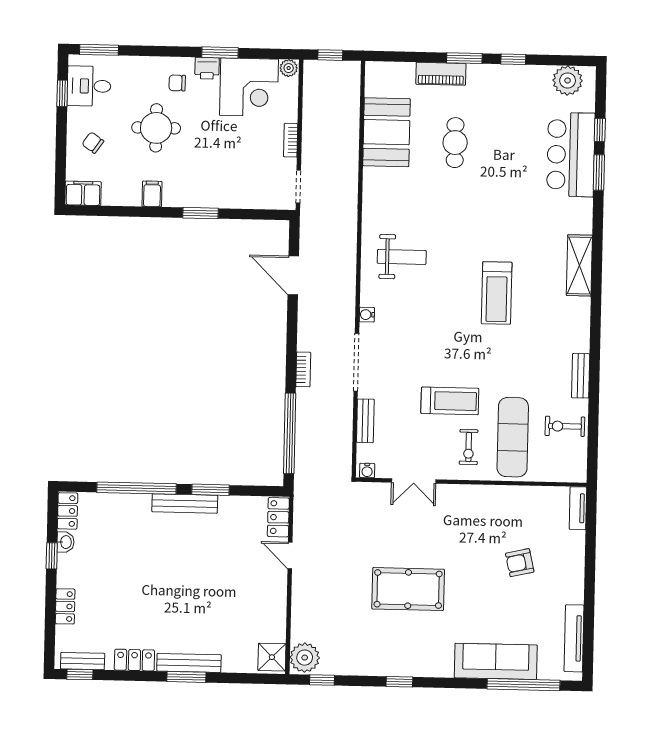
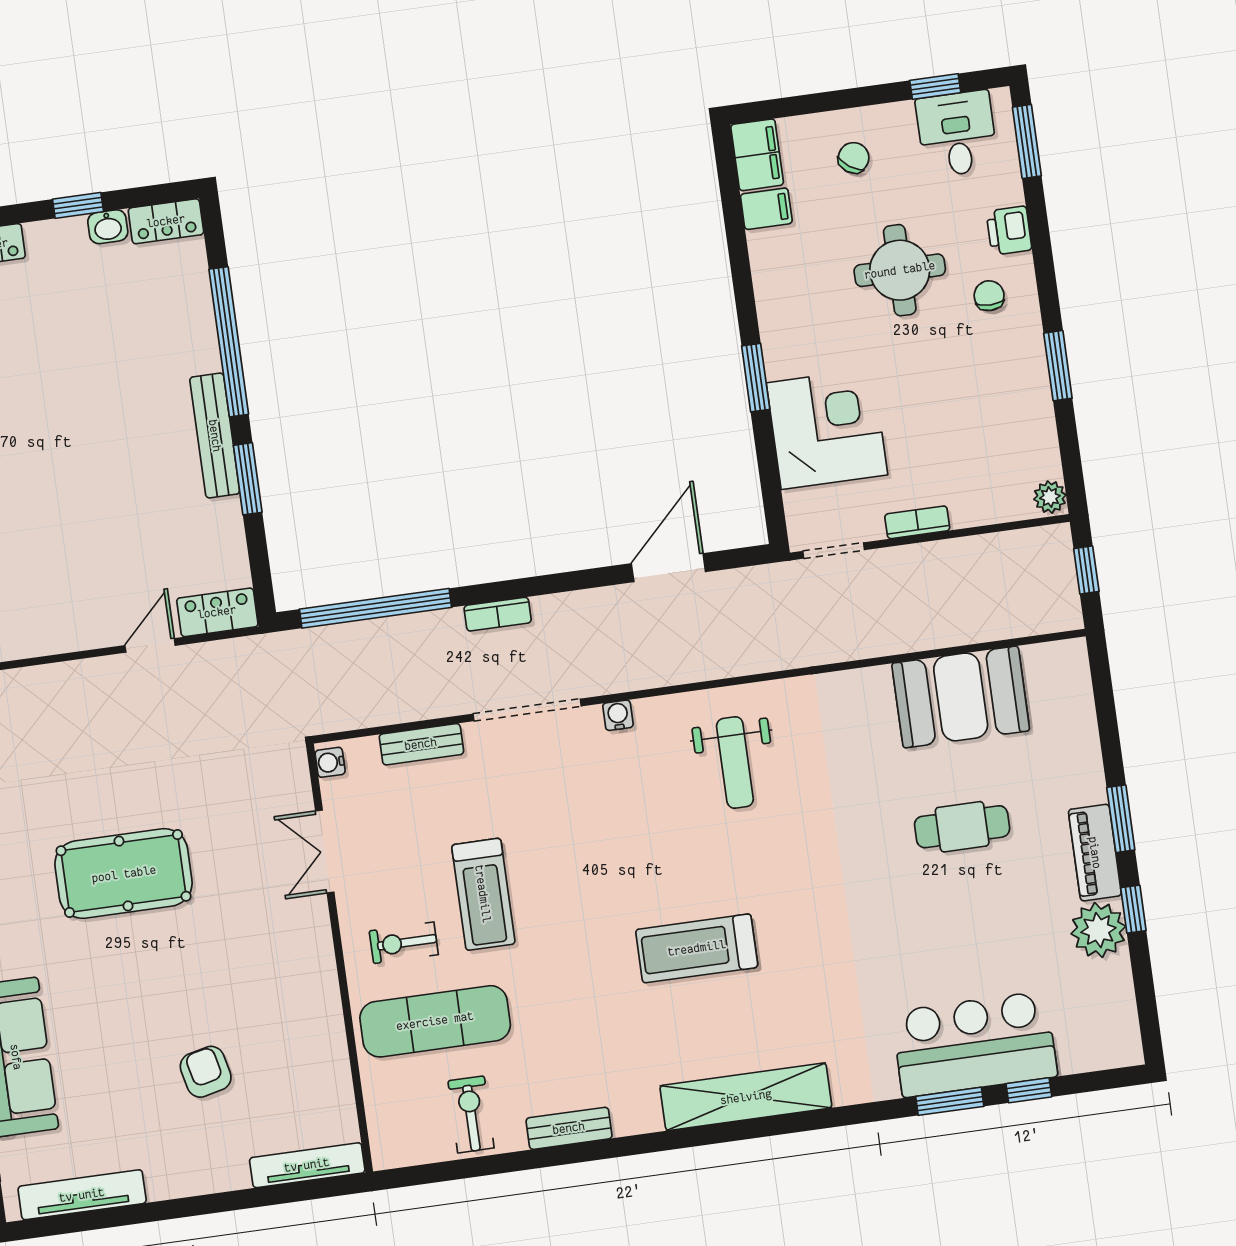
printer: (207, 68) -> (1009, 231), moved
piano: (441, 74) -> (1095, 853), moved
plant: (568, 80) -> (1098, 930), moved
corner desk: (249, 87) -> (827, 429), moved, turned 180
filing cabinet: (152, 194) -> (766, 209), moved
shelving: (579, 265) -> (746, 1097), width x1.47
tv unit: (578, 508) -> (307, 1165), width x1.41
pool table: (408, 589) -> (124, 874), turned 90

